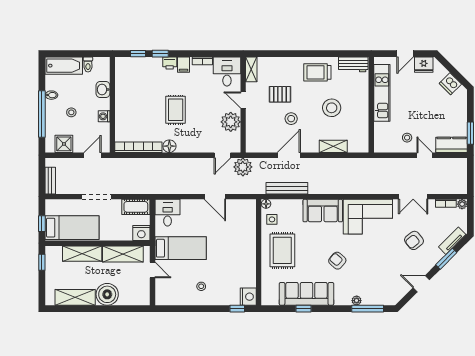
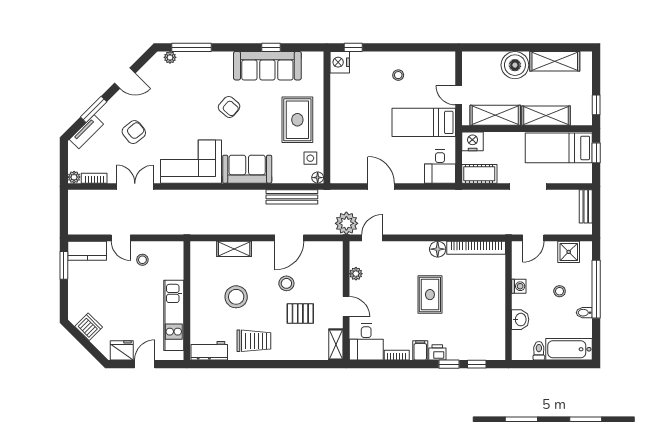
plant: (231, 122) -> (356, 274), width x0.53, depth x0.53
plant: (357, 301) -> (170, 57), moved

